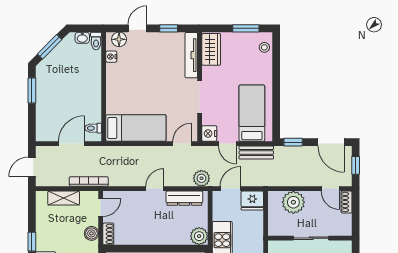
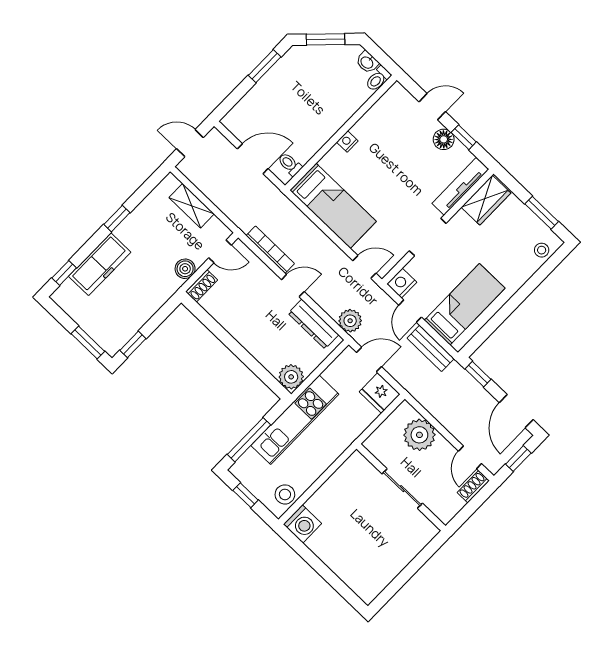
floor lamp: (119, 39) -> (444, 139), moved
nightstand: (111, 57) -> (347, 142), moved
bookcase: (89, 181) -> (270, 250), moved

